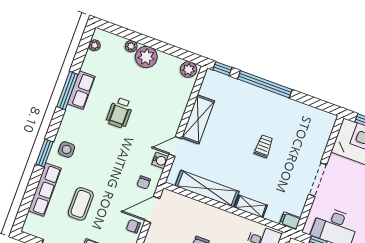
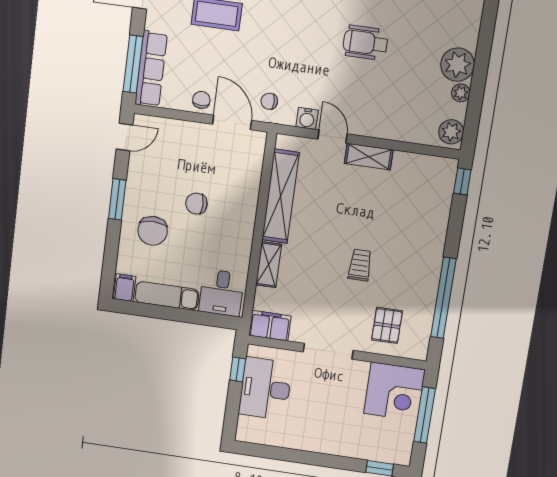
plant: (131, 46) -> (461, 93), moved
window: (265, 84) -> (443, 298), moved
shelving: (198, 119) -> (369, 157), width x0.67, depth x0.75
pallet: (308, 137) -> (387, 325), added
trolley: (264, 146) -> (360, 265), turned -90
filing cabinet: (290, 221) -> (270, 326), width x2.00

